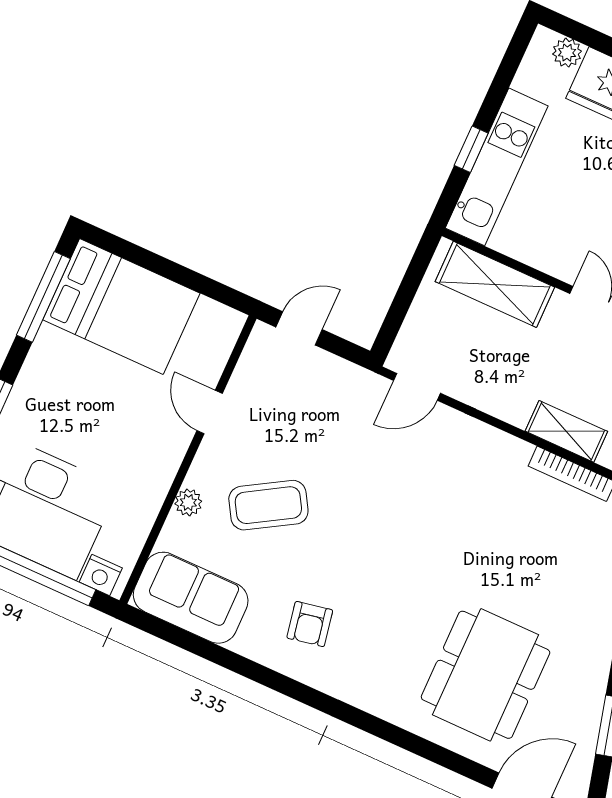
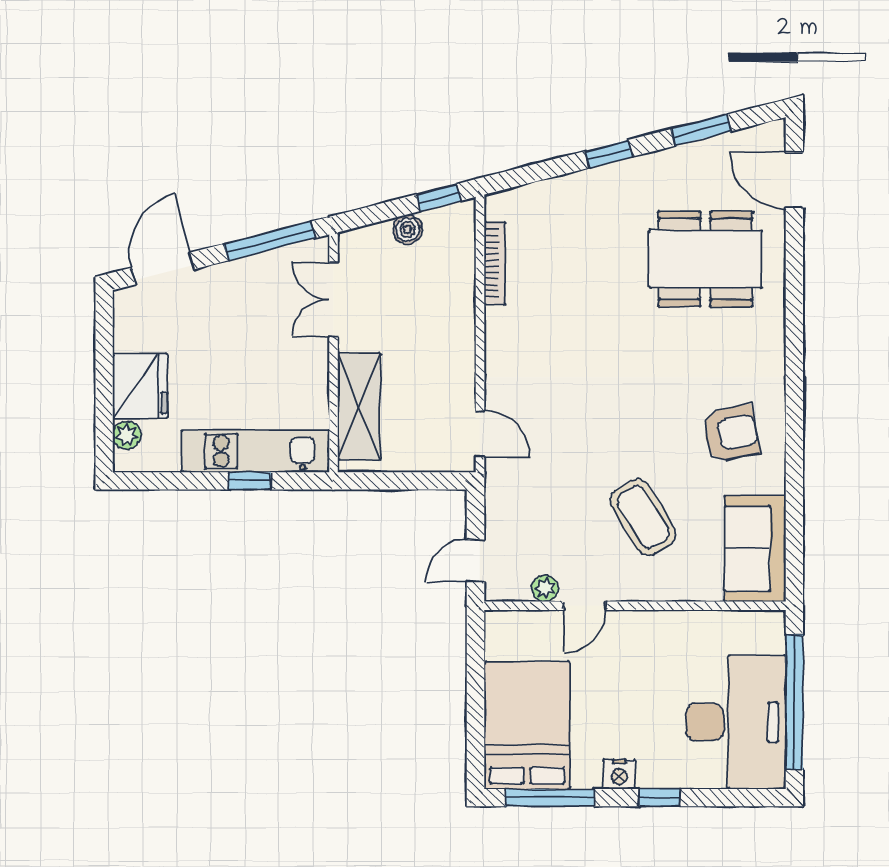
door: (299, 328) -> (476, 561), hinge flipped
shelving: (566, 431) -> (460, 285), removed
plant: (188, 502) -> (545, 588), moved
nightstand: (101, 575) -> (619, 774), moved, turned 90
armchair: (310, 624) -> (731, 433), width x1.38, depth x1.38

